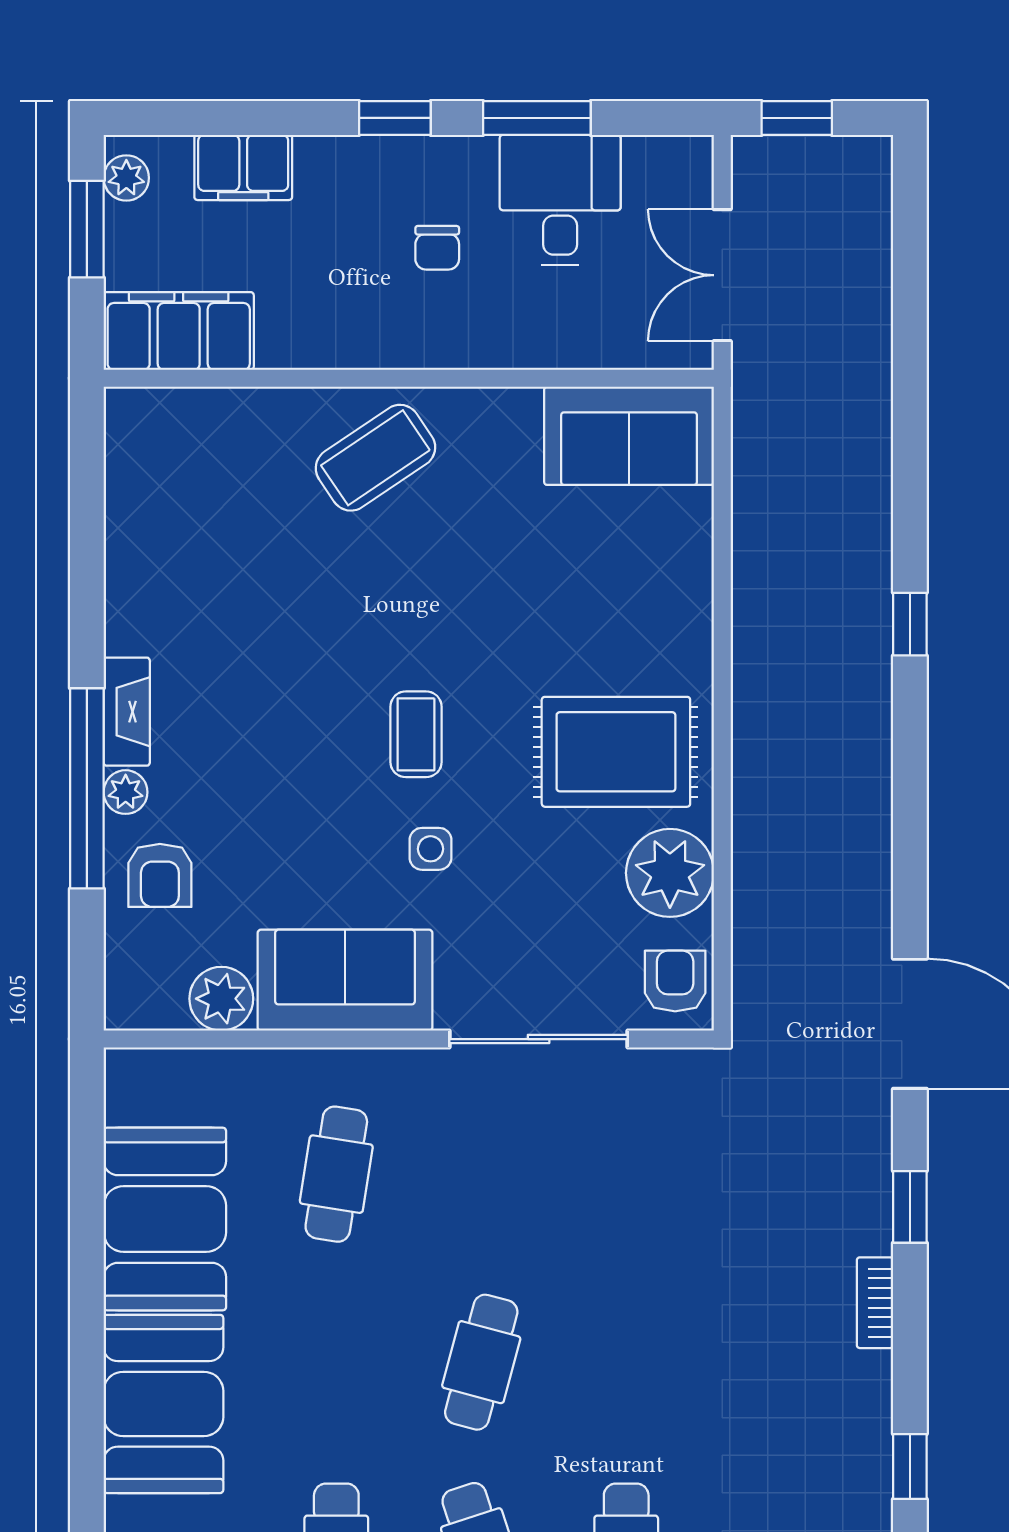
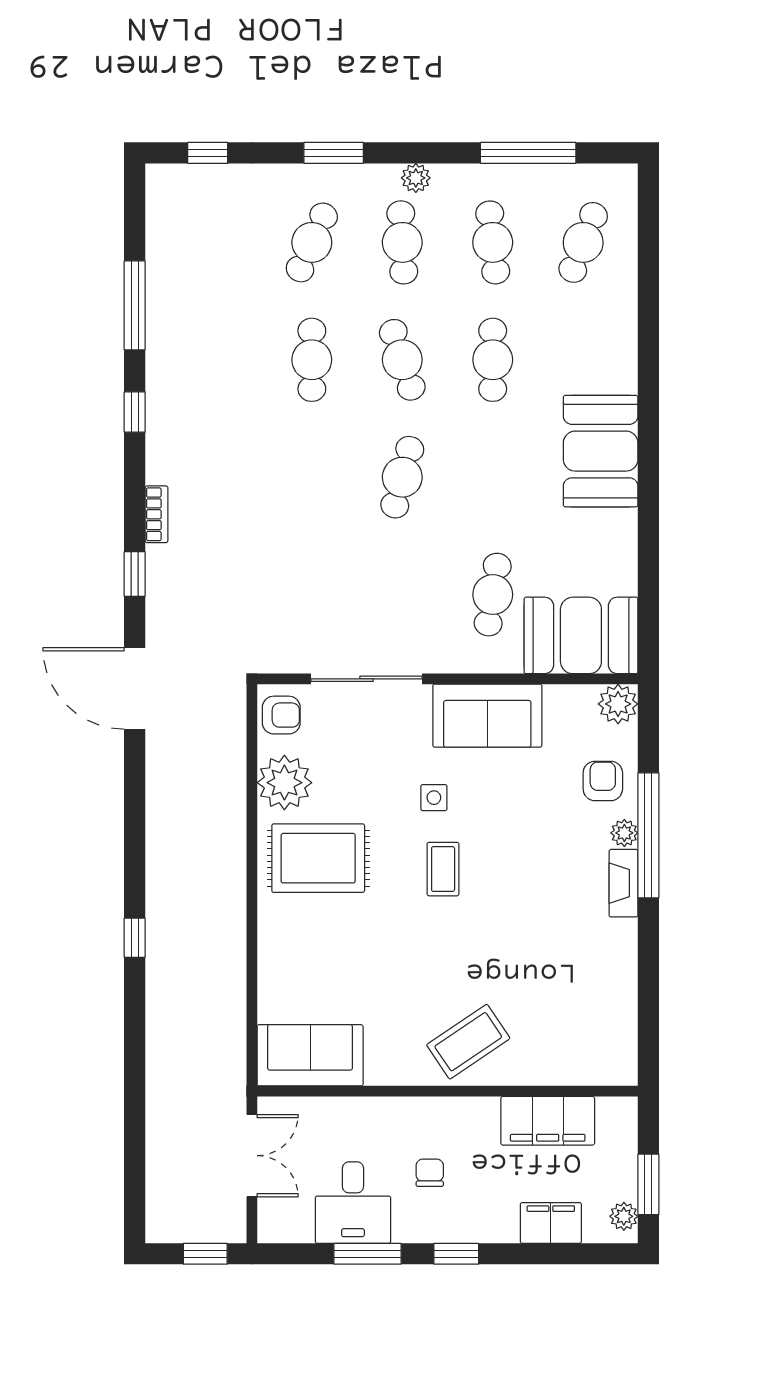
filing cabinet: (179, 331) -> (548, 1121), moved
armchair: (675, 981) -> (281, 715), turned -90
plant: (221, 999) -> (618, 704), moved
booth: (165, 1219) -> (581, 635), moved, turned 90

